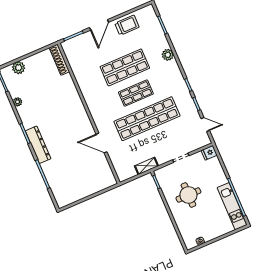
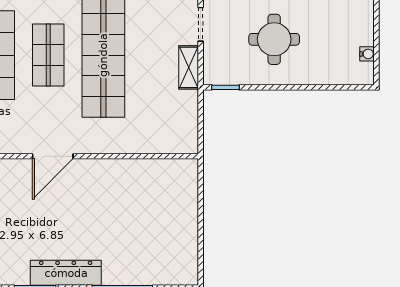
door: (102, 143) -> (53, 156), moved
shelving: (146, 166) -> (189, 67), moved

